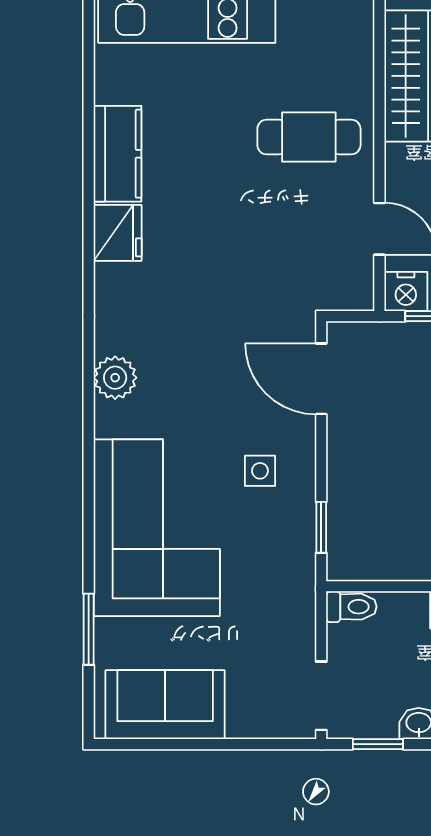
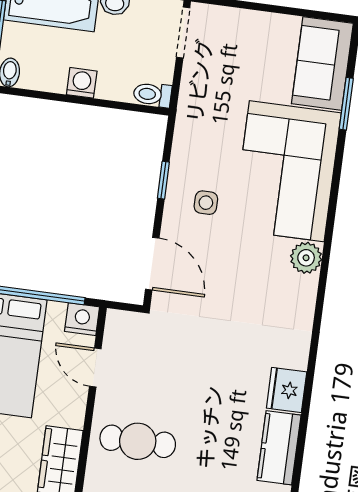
plant: (115, 378) -> (306, 258), moved
window: (321, 527) -> (163, 180), moved
sofa: (165, 705) -> (322, 64), moved, turned 90

